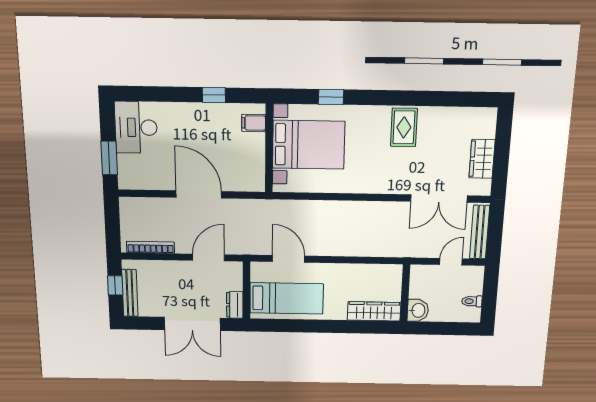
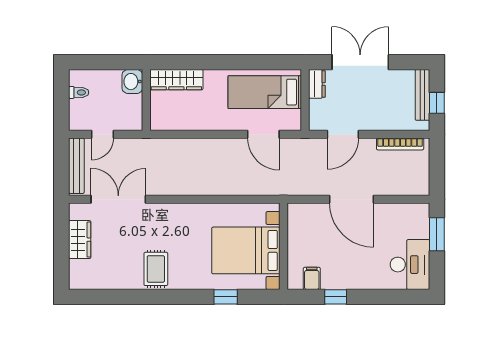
filing cabinet: (254, 123) -> (312, 278), moved, turned -90

